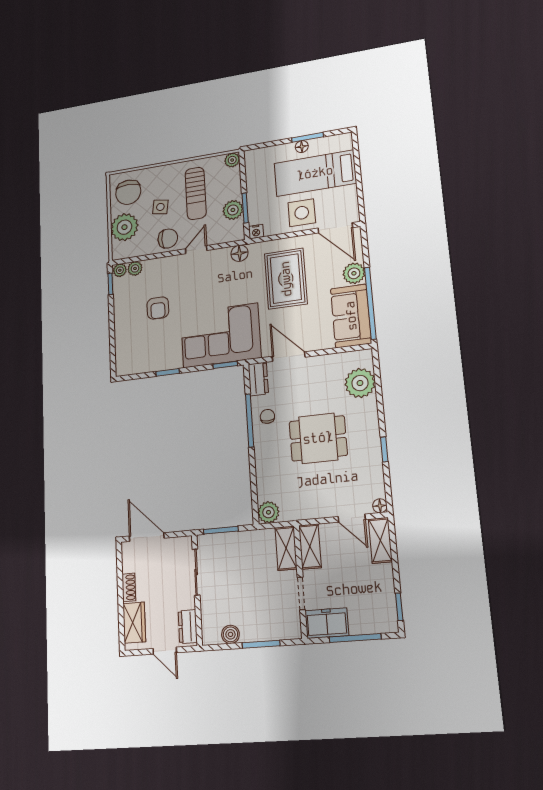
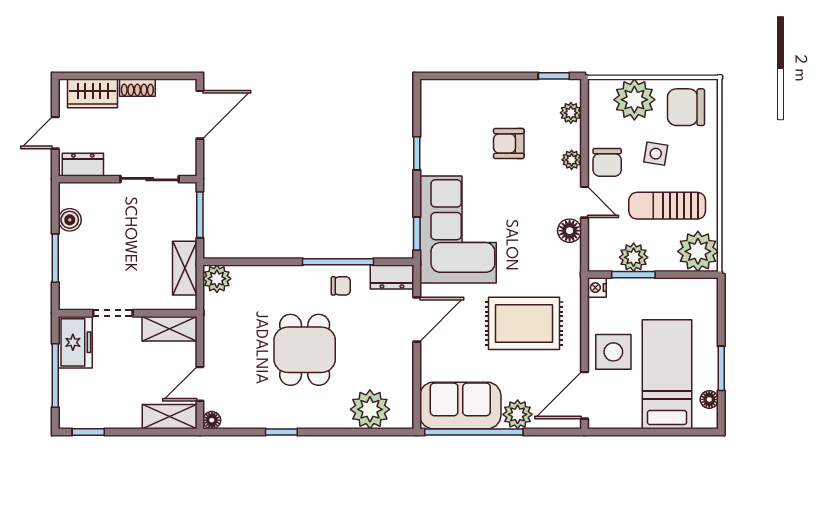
floor lamp: (302, 147) -> (709, 399), moved
plant: (232, 160) -> (698, 251), width x1.87, depth x1.87
floor lamp: (239, 253) -> (570, 231), moved
plant: (120, 270) -> (572, 160), moved
shelving: (286, 548) -> (185, 268), moved, turned 90

